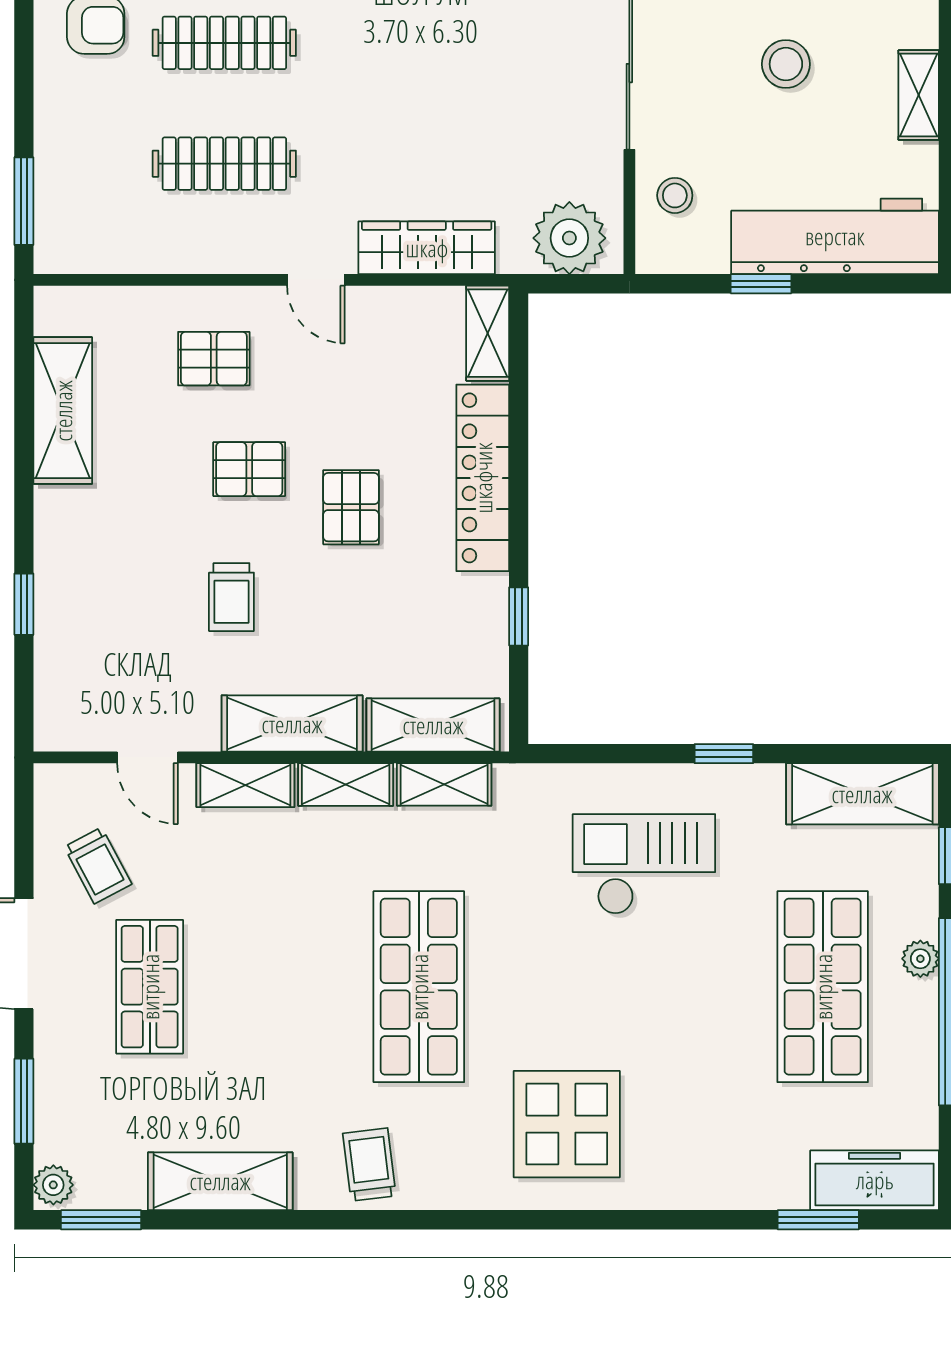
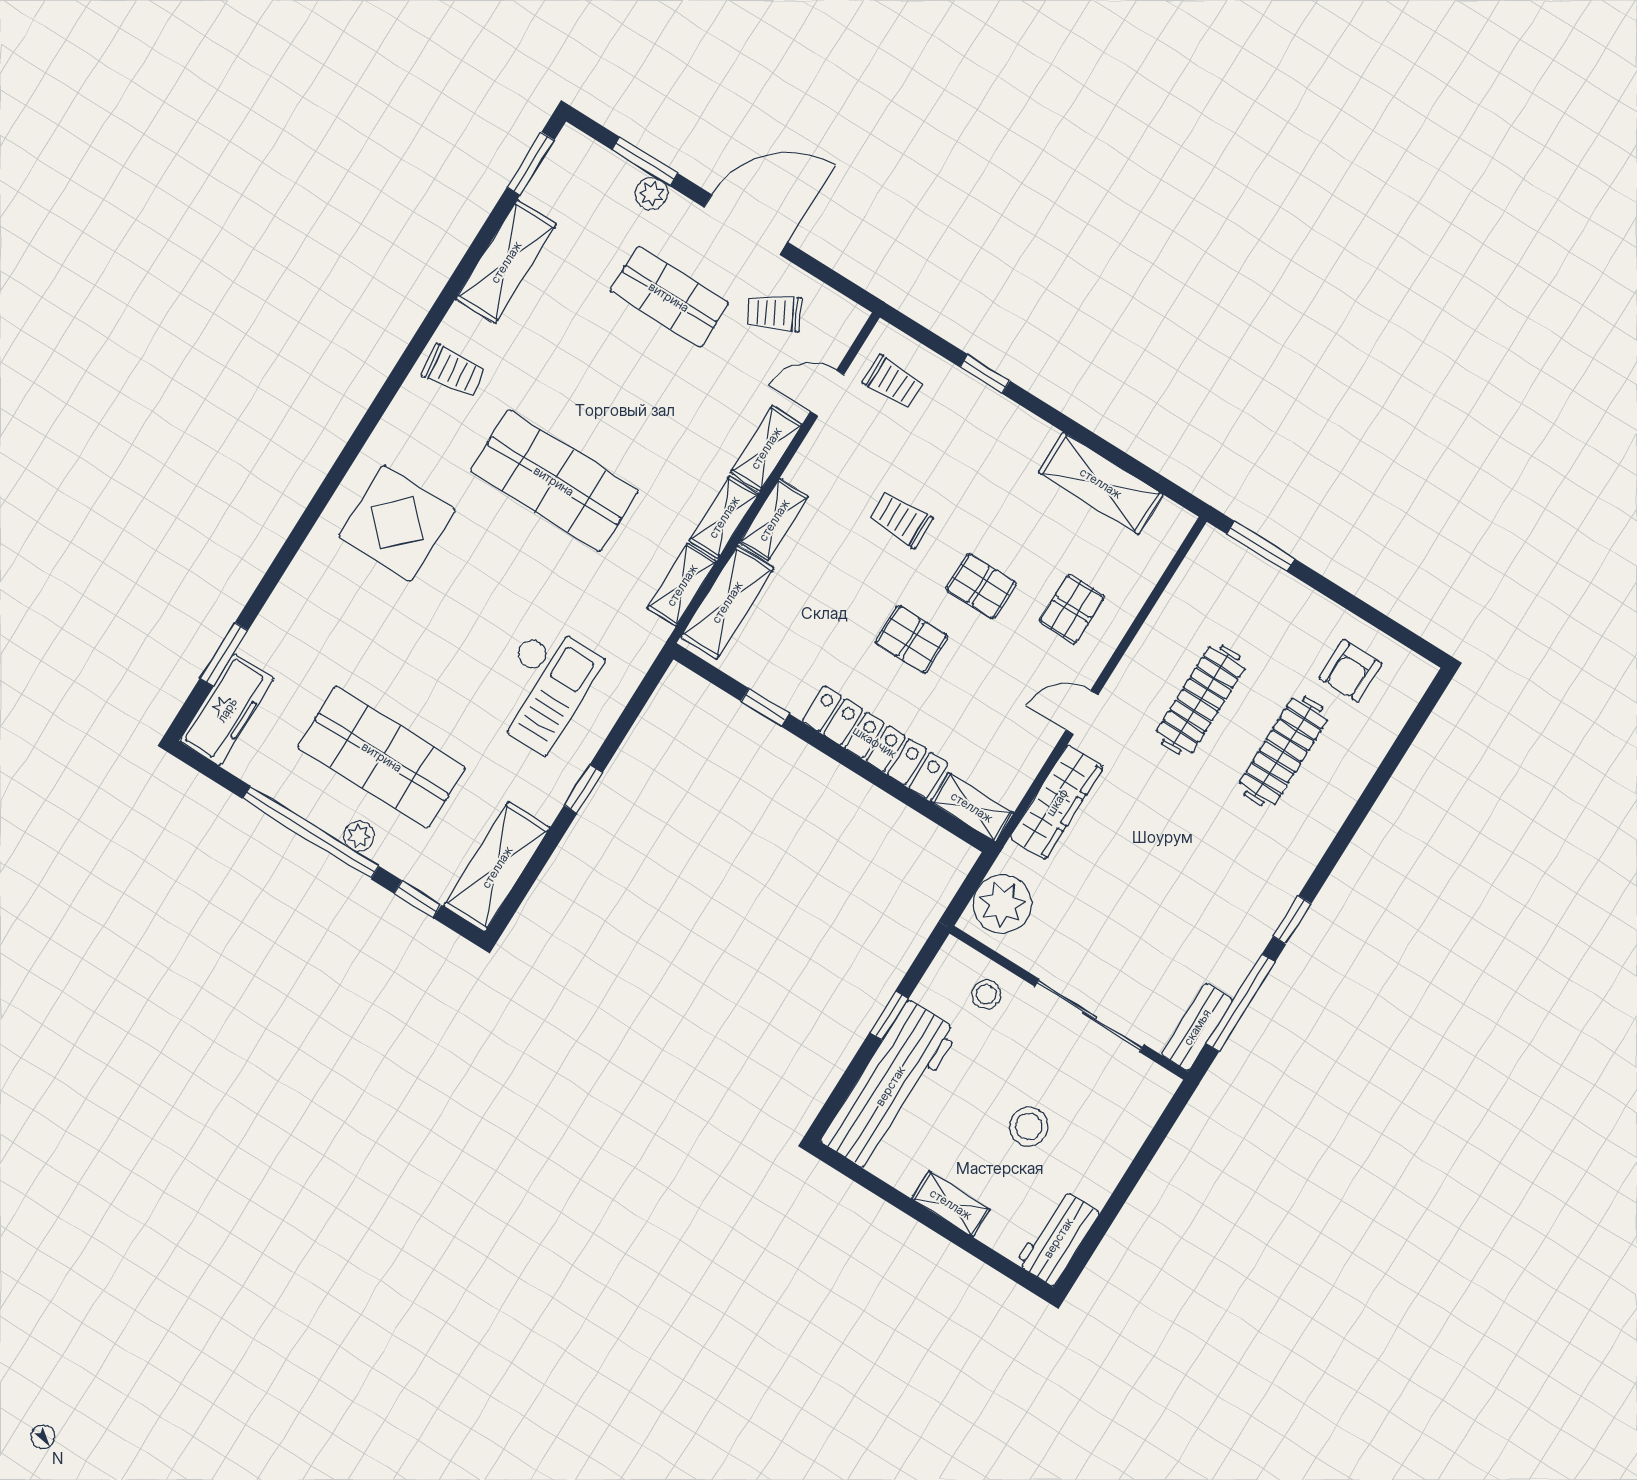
pallet: (249, 469) -> (981, 586), turned 90
trolley: (93, 695) -> (893, 382), added
shelving: (292, 724) -> (774, 520), width x0.67, depth x0.75
plant: (53, 1185) -> (652, 194), moved

